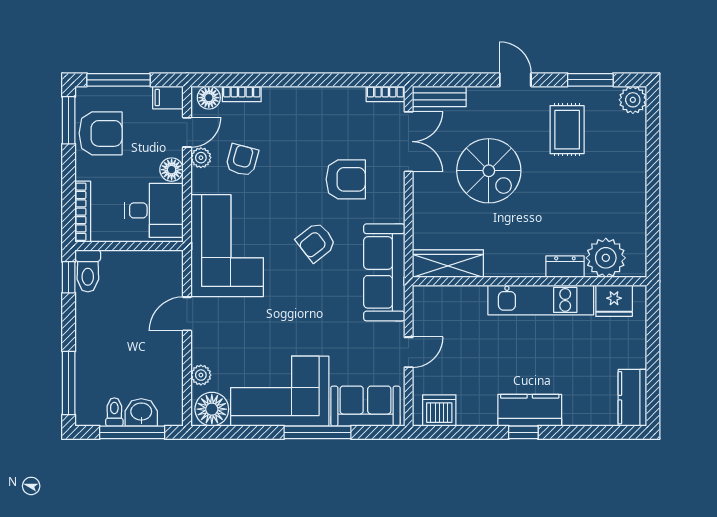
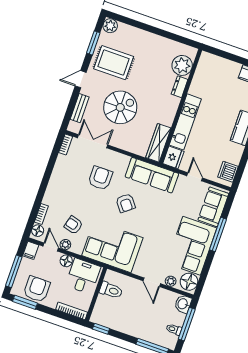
bench: (439, 96) -> (80, 108), moved
rug: (567, 130) -> (114, 63), width x1.36, depth x1.43
toilet: (88, 271) -> (111, 290), moved
kitchen unit: (541, 300) -> (185, 122), moved
fridge: (614, 301) -> (173, 157), moved
door: (187, 314) -> (152, 282), moved
washbasin: (141, 412) -> (183, 304), moved

